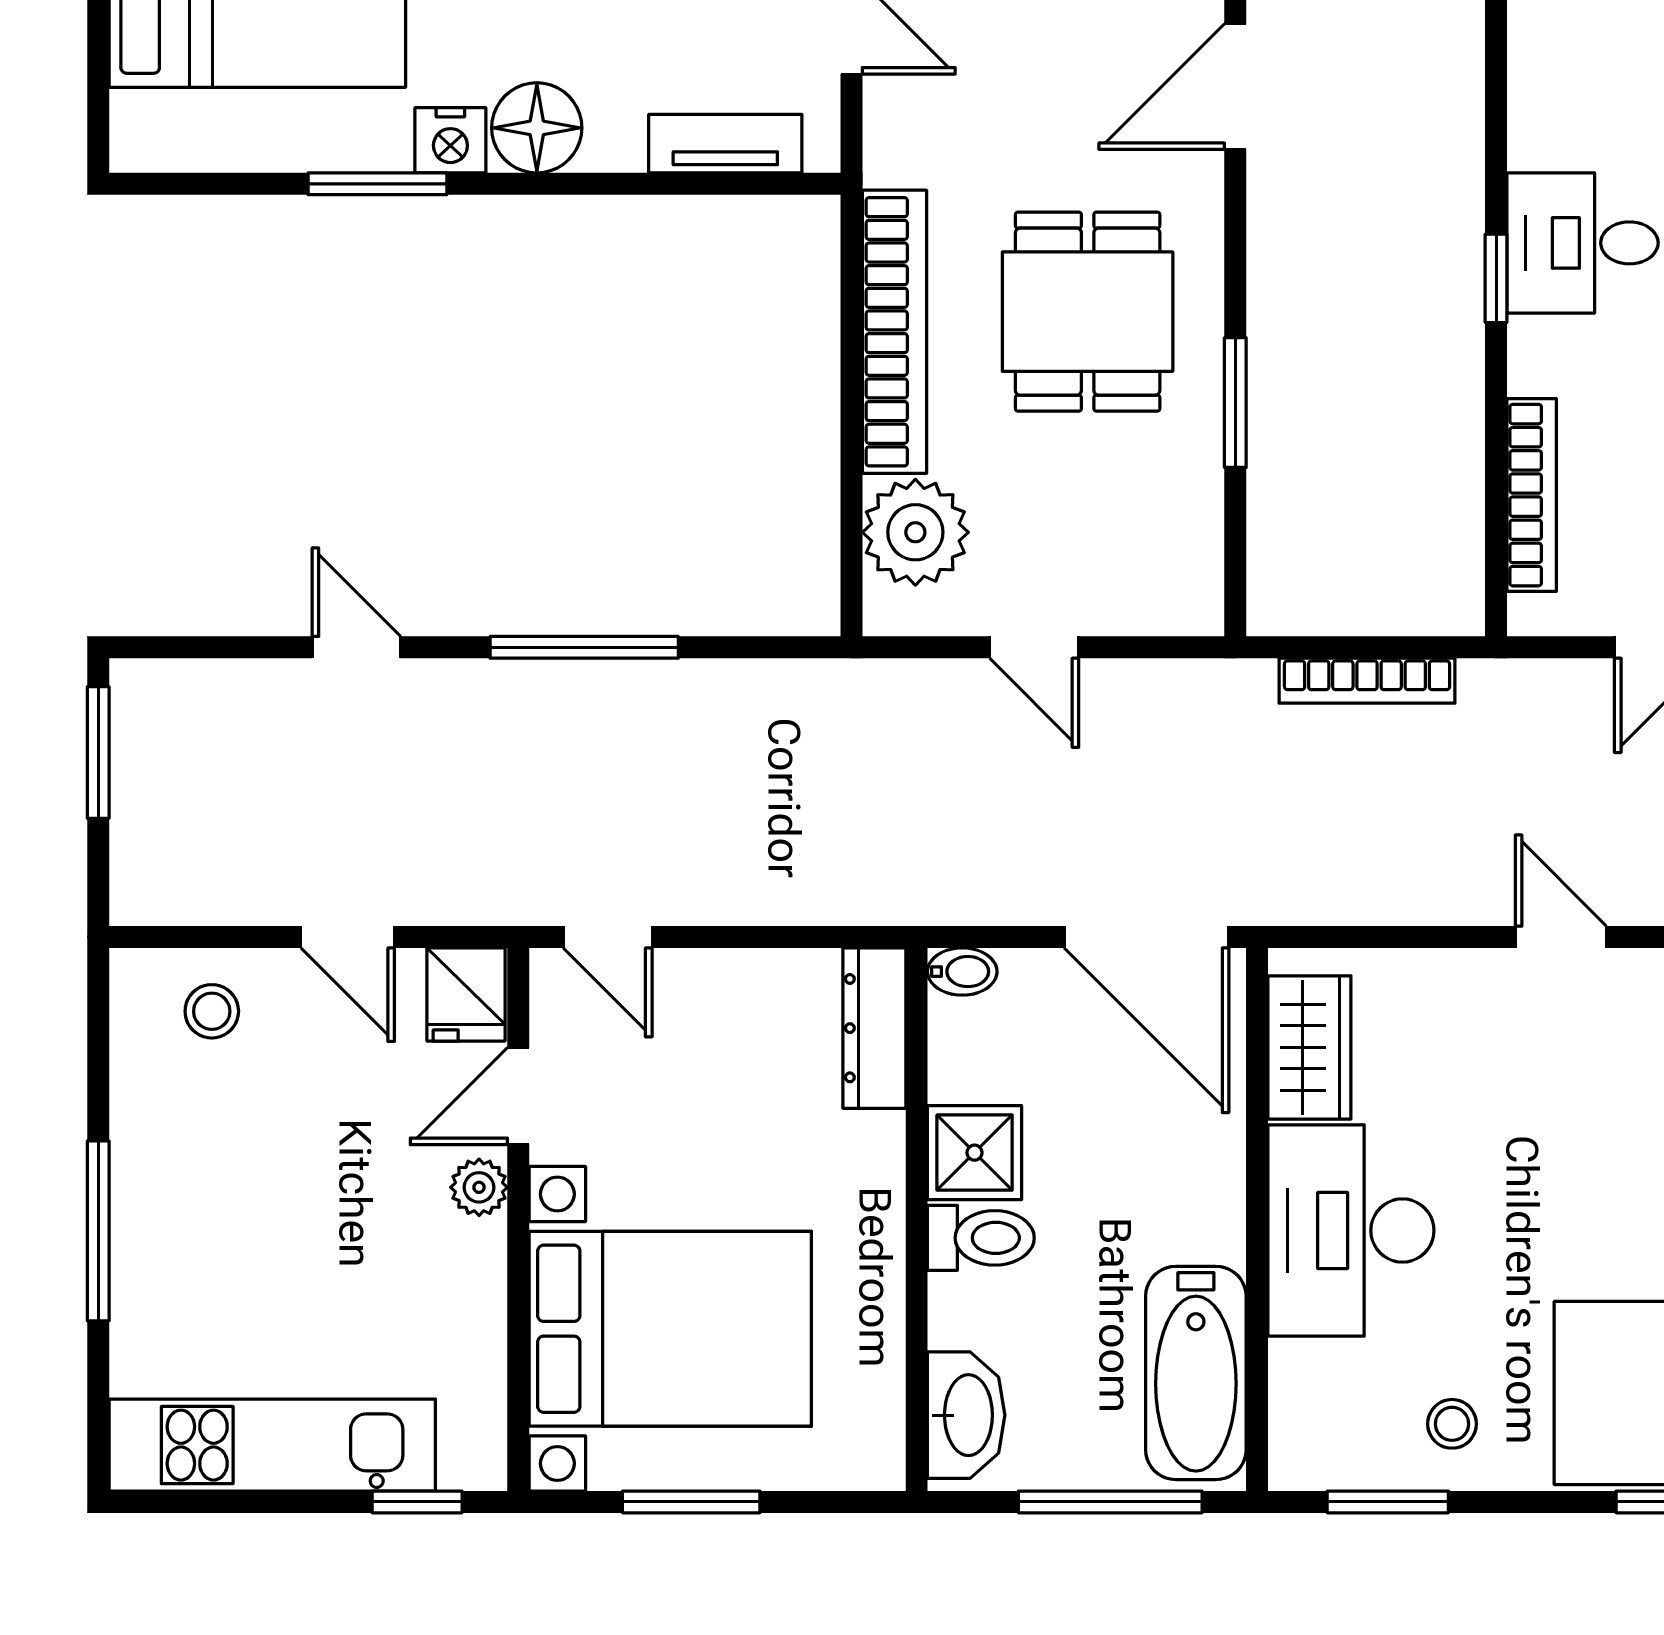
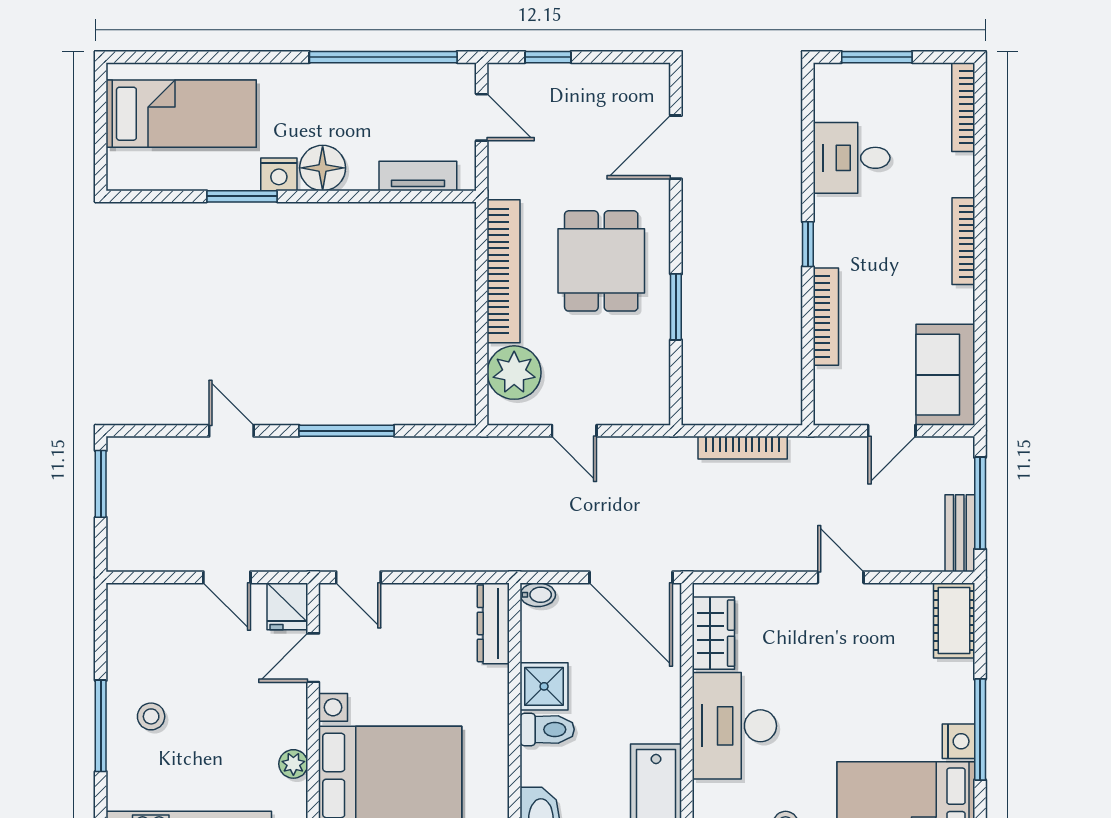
desk: (1583, 243) -> (852, 158), moved
bookcase: (1532, 495) -> (826, 317), moved
stool: (212, 1011) -> (151, 716), moved
plant: (479, 1187) -> (293, 764), moved

